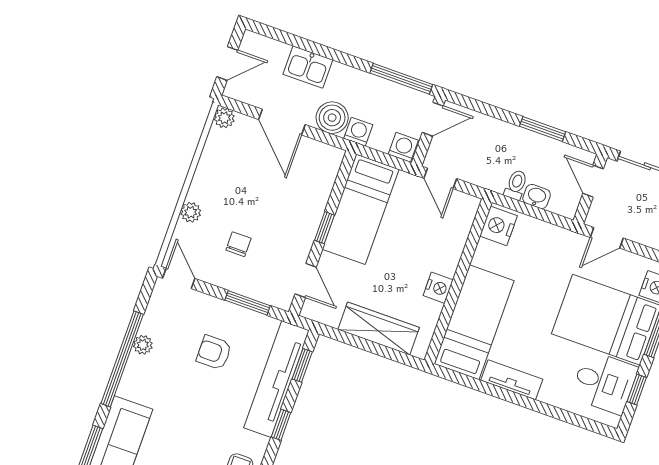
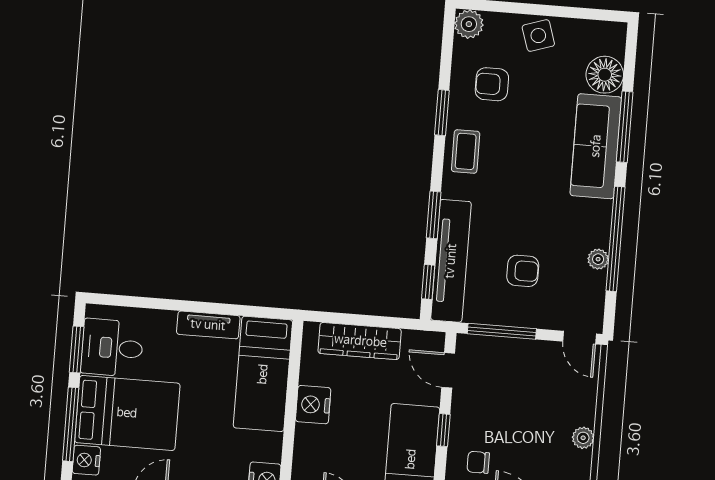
plant: (191, 212) -> (583, 438), moved
chair: (238, 244) -> (478, 462), moved, turned 90
nightstand: (438, 288) -> (313, 405), width x1.36, depth x1.33
window: (248, 303) -> (502, 331), width x1.44
window: (637, 390) -> (77, 349), width x1.50
window: (281, 425) -> (434, 215), width x1.50

